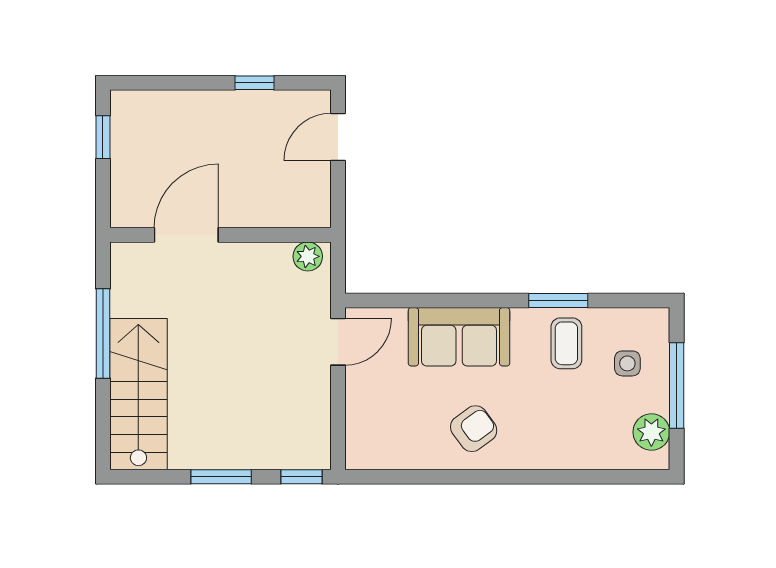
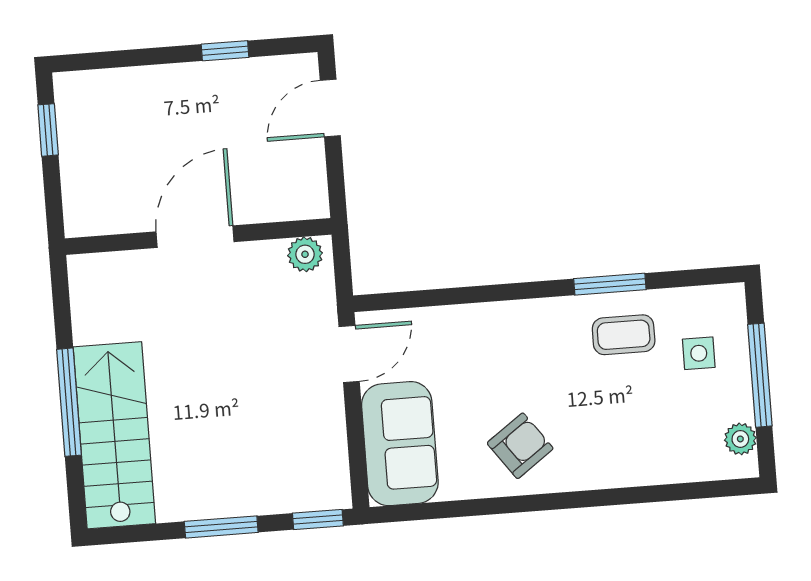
door: (186, 235) -> (195, 237), moved
window: (103, 333) -> (69, 402), moved
sofa: (459, 337) -> (400, 444), moved, turned -90
coffee table: (566, 343) -> (624, 335), turned 90
plant: (651, 432) -> (740, 439), width x0.73, depth x0.73

